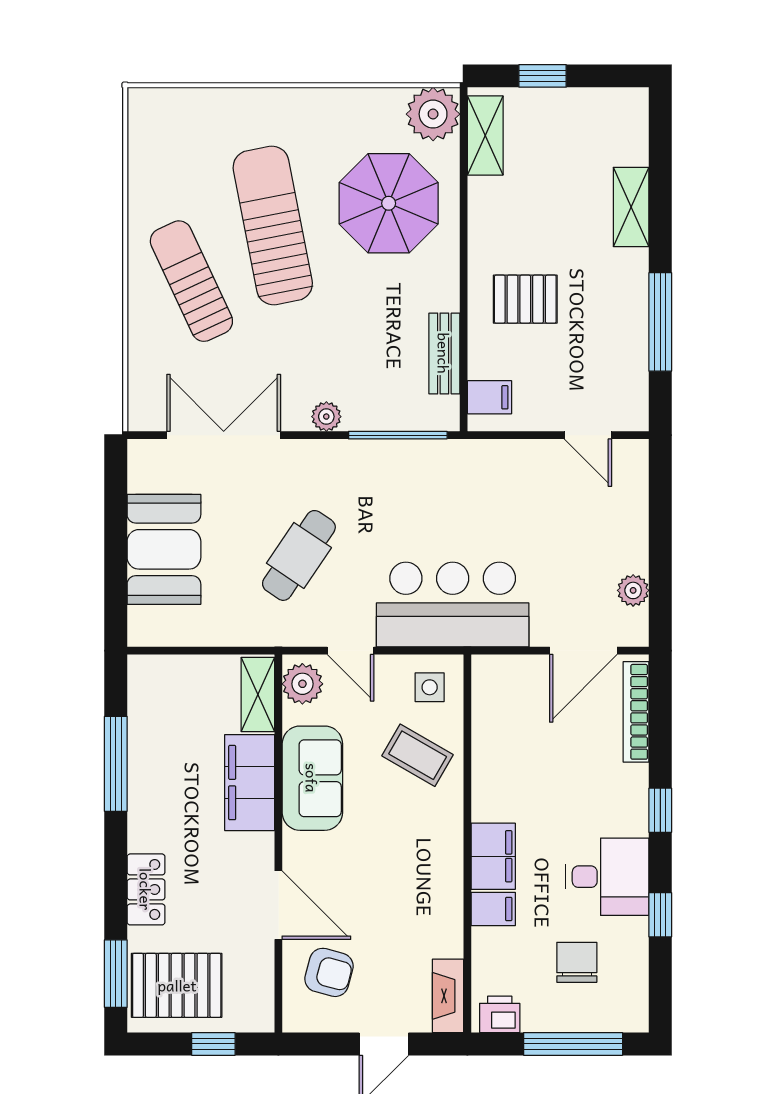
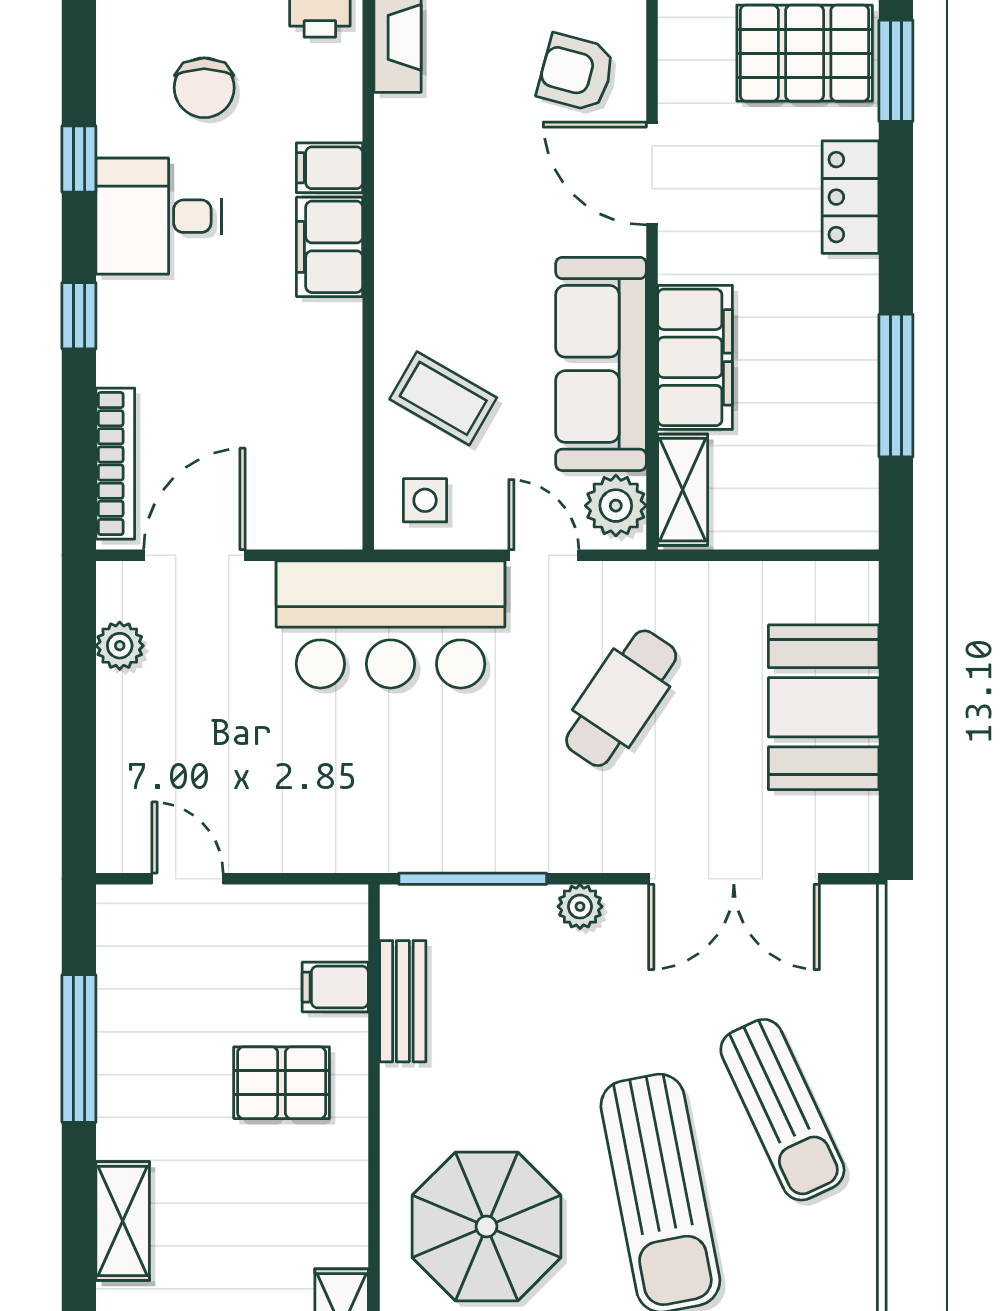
filing cabinet: (489, 397) -> (335, 987), moved
sofa: (312, 778) -> (601, 364), width x1.36

